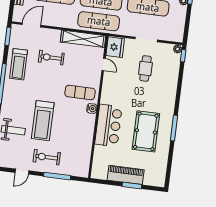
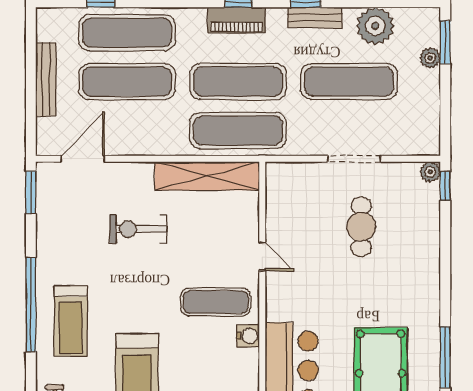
fridge: (115, 47) -> (284, 186), removed
treadmill: (19, 64) -> (71, 321), moved
door: (104, 64) -> (262, 256), moved

